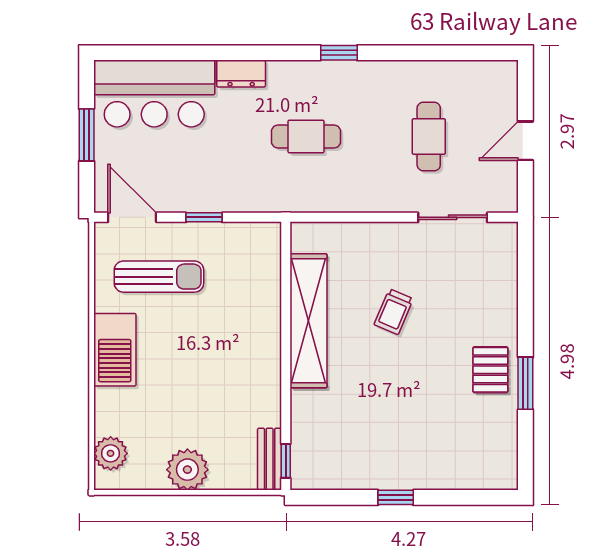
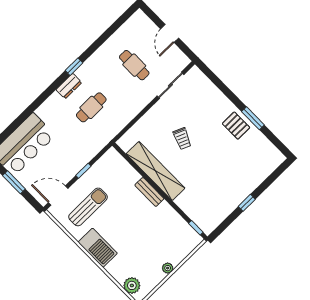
dresser: (241, 74) -> (69, 86), moved
bench: (270, 459) -> (149, 192), moved
plant: (187, 470) -> (168, 268), width x0.53, depth x0.53

